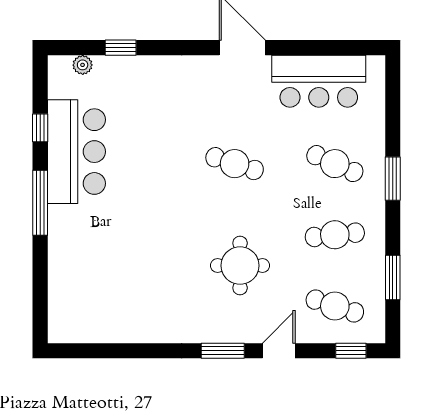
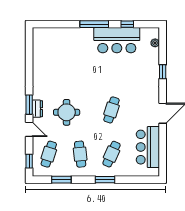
window: (121, 48) -> (163, 72), moved
dresser: (232, 332) -> (37, 109), added

